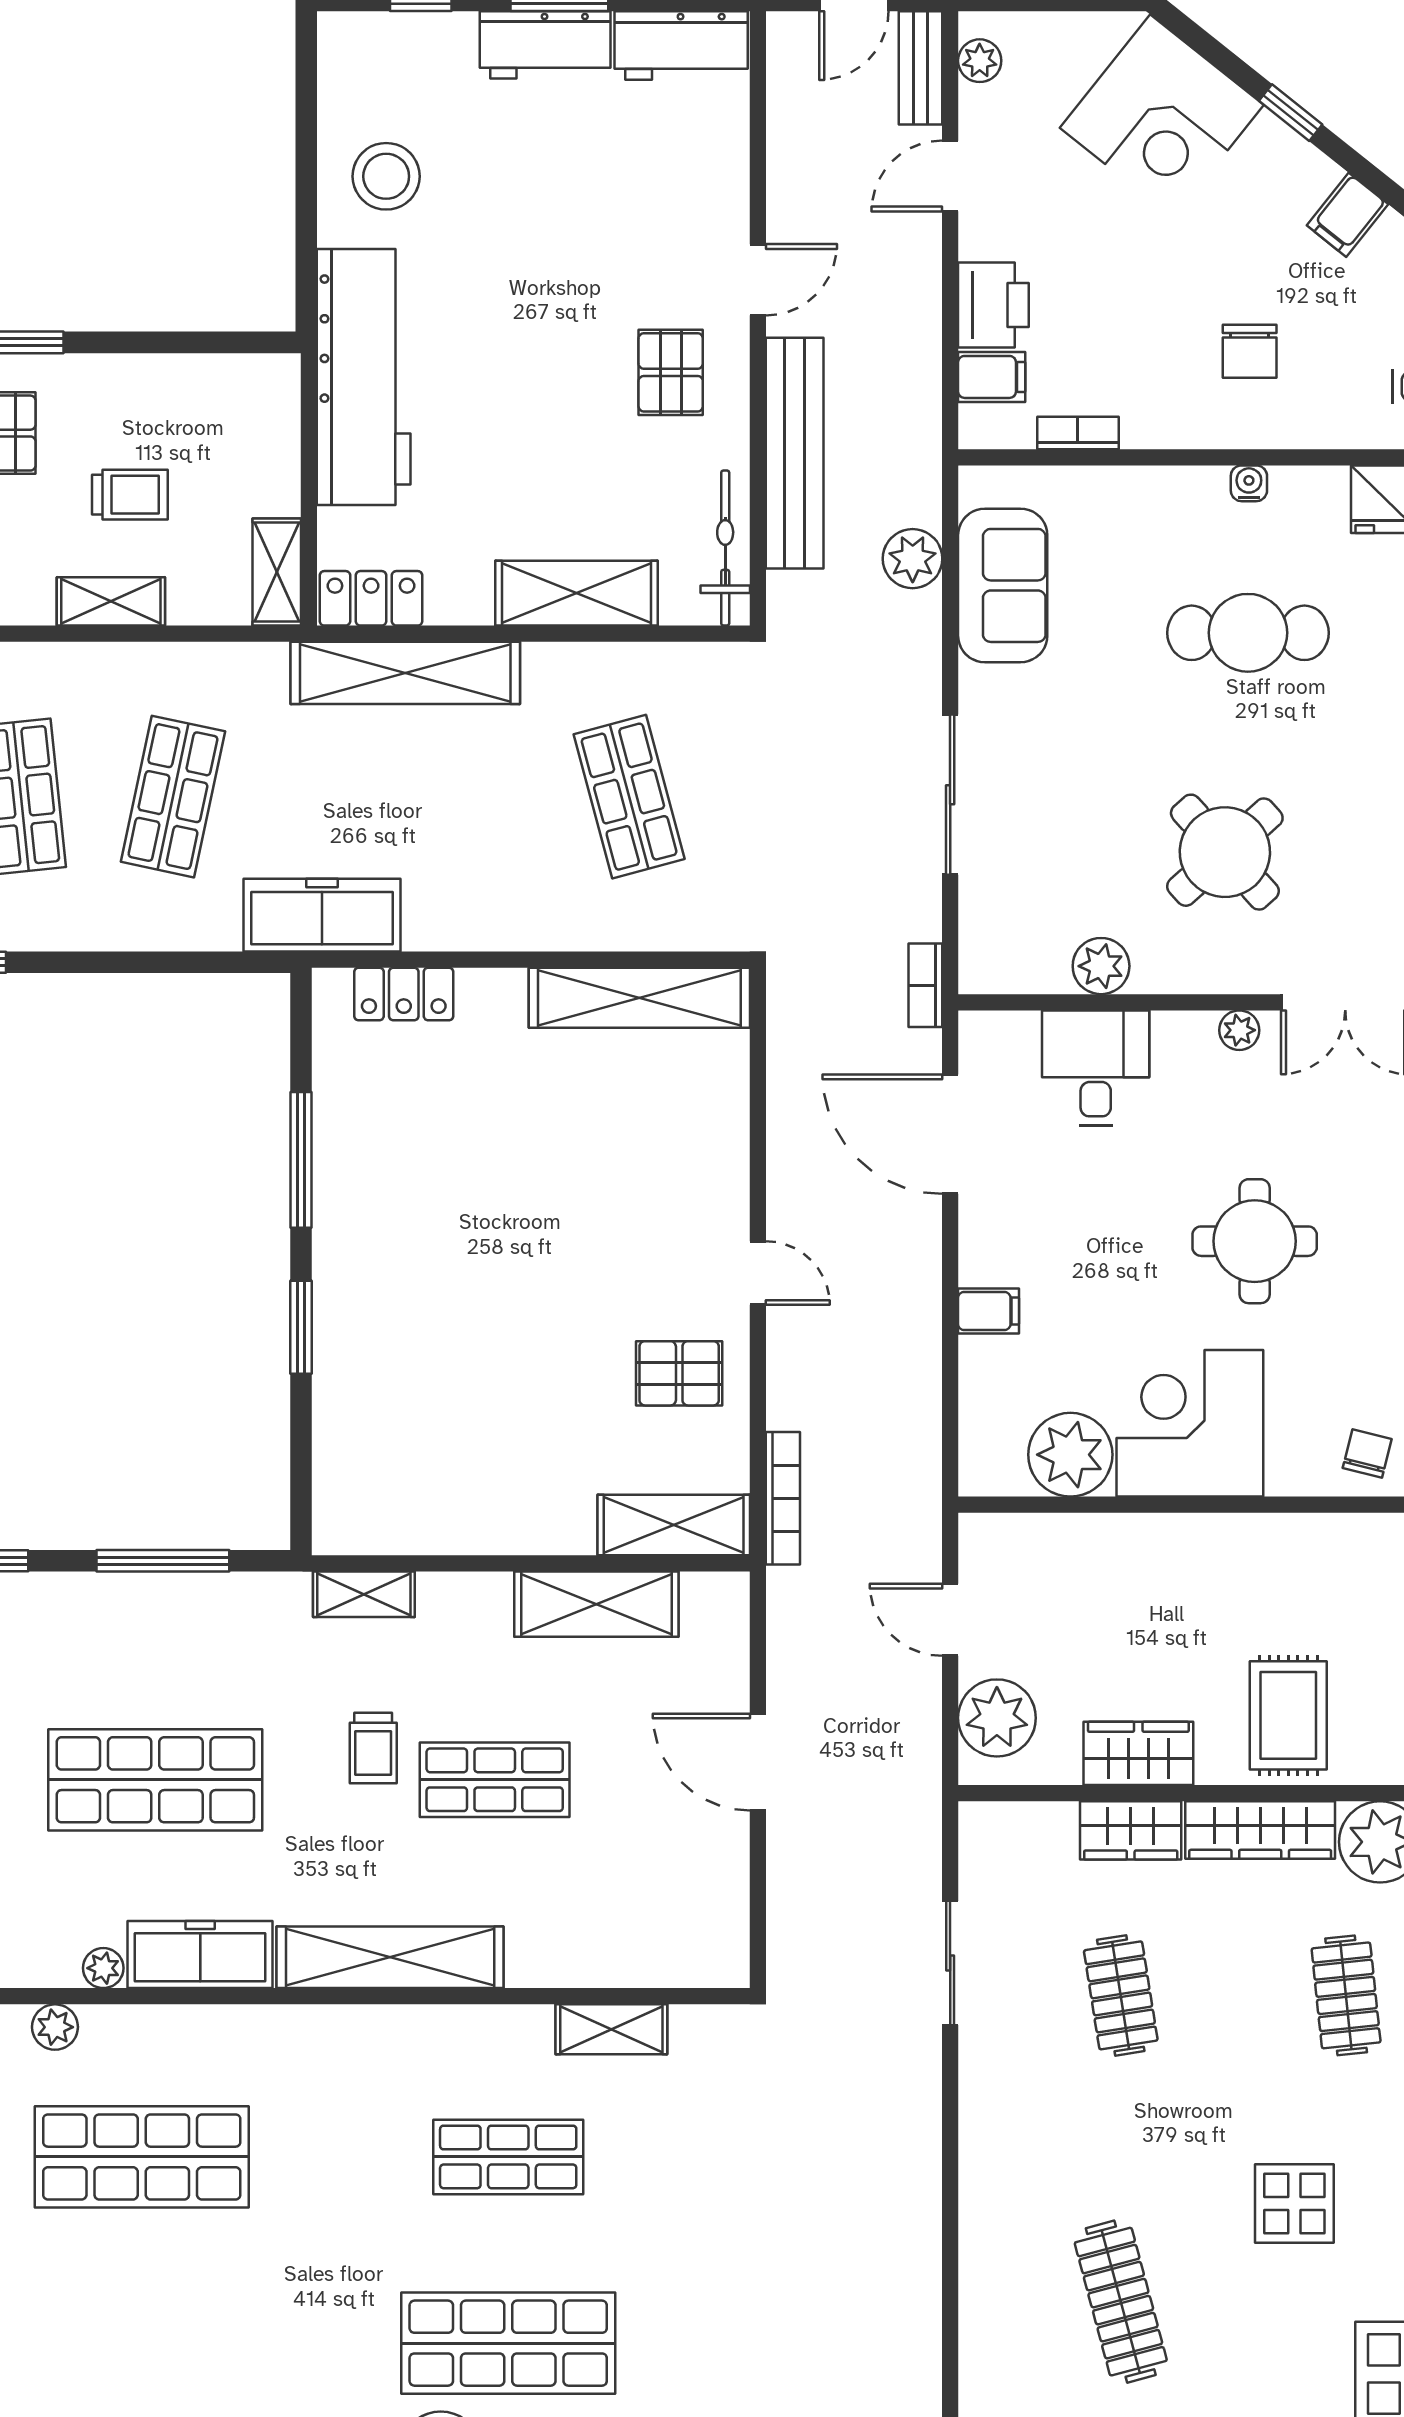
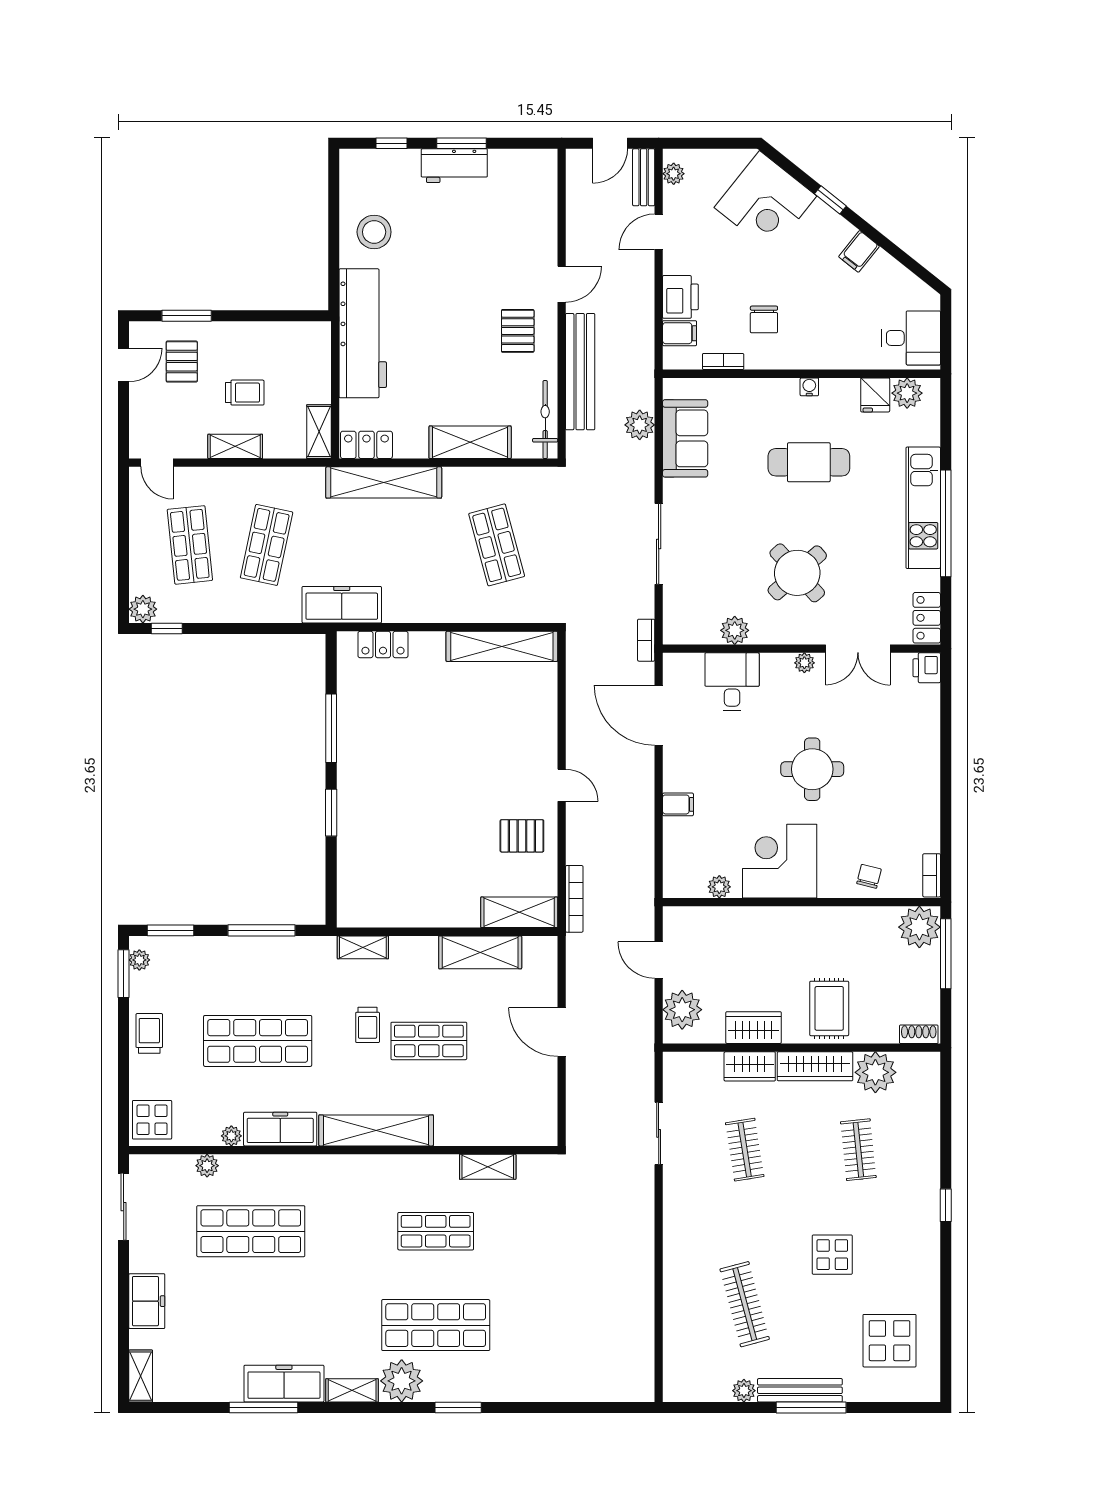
workbench: (681, 45) -> (523, 166), removed
chair: (1250, 351) -> (764, 319), moved
plant: (1070, 1455) -> (719, 887), width x0.53, depth x0.53

